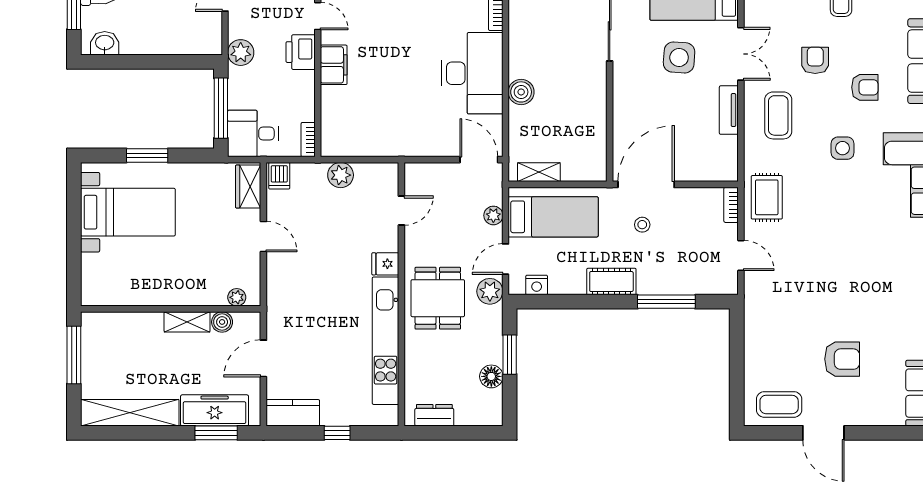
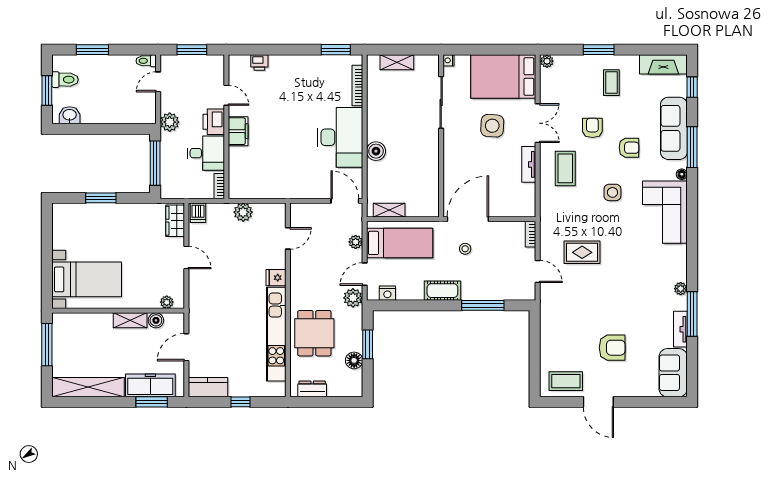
desk: (253, 134) -> (206, 153), moved, turned 180
rug: (767, 197) -> (582, 252), moved, turned 90
bed with nightstands: (128, 212) -> (87, 279), moved
dining table: (438, 298) -> (314, 333), moved

